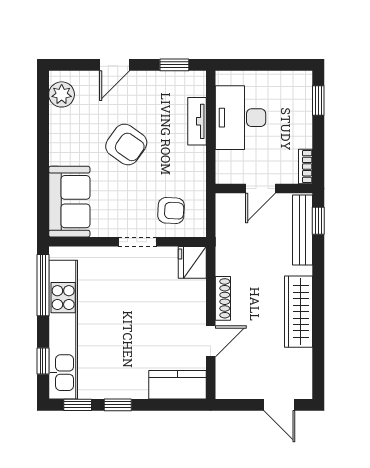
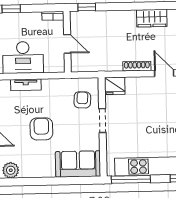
armchair: (126, 145) -> (41, 129), turned -35
bench: (303, 230) -> (93, 17), removed
wardrobe: (299, 312) -> (152, 18), width x0.67

